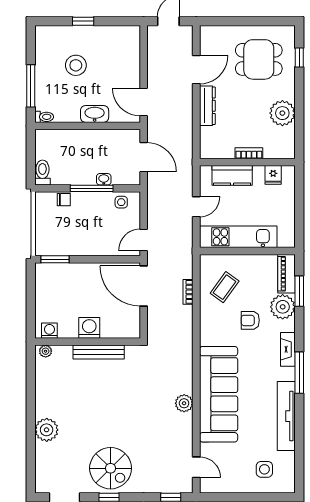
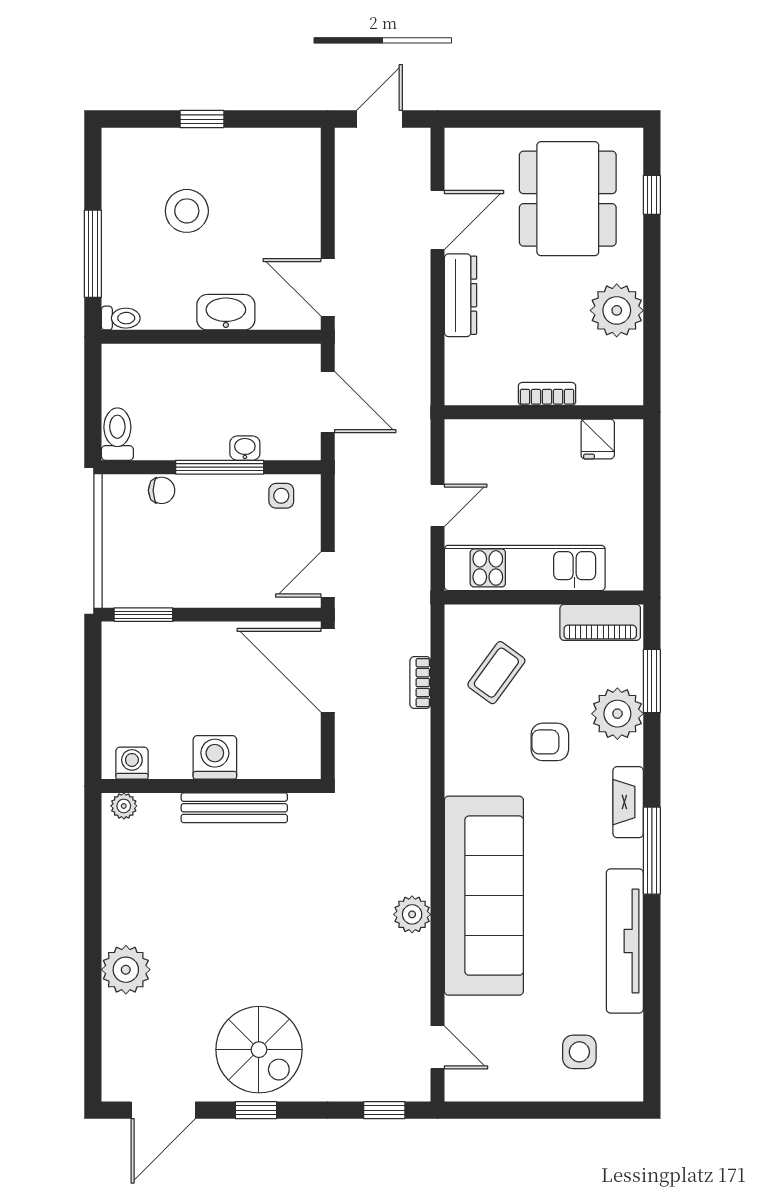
dining table: (259, 59) -> (568, 199), width x1.38
kitchen counter: (232, 175) -> (512, 440), removed
piano: (286, 274) -> (600, 622), moved, turned -90

